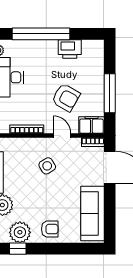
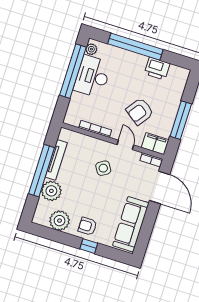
armchair: (66, 97) -> (140, 111), turned 96
armchair: (50, 229) -> (87, 226), turned 180
window: (18, 249) -> (89, 246), moved

